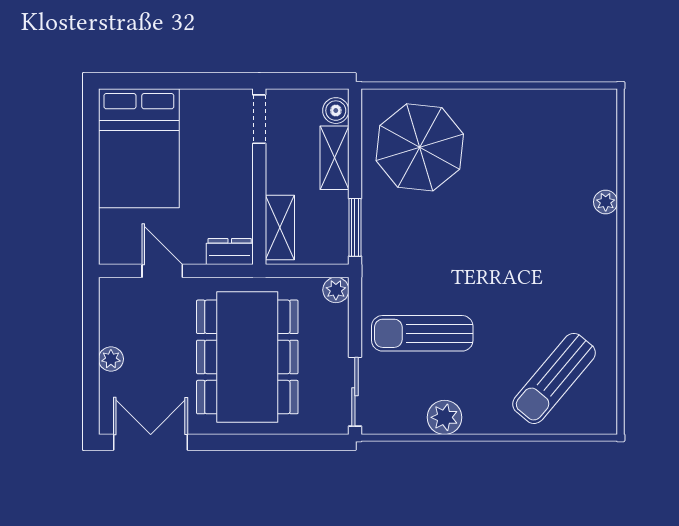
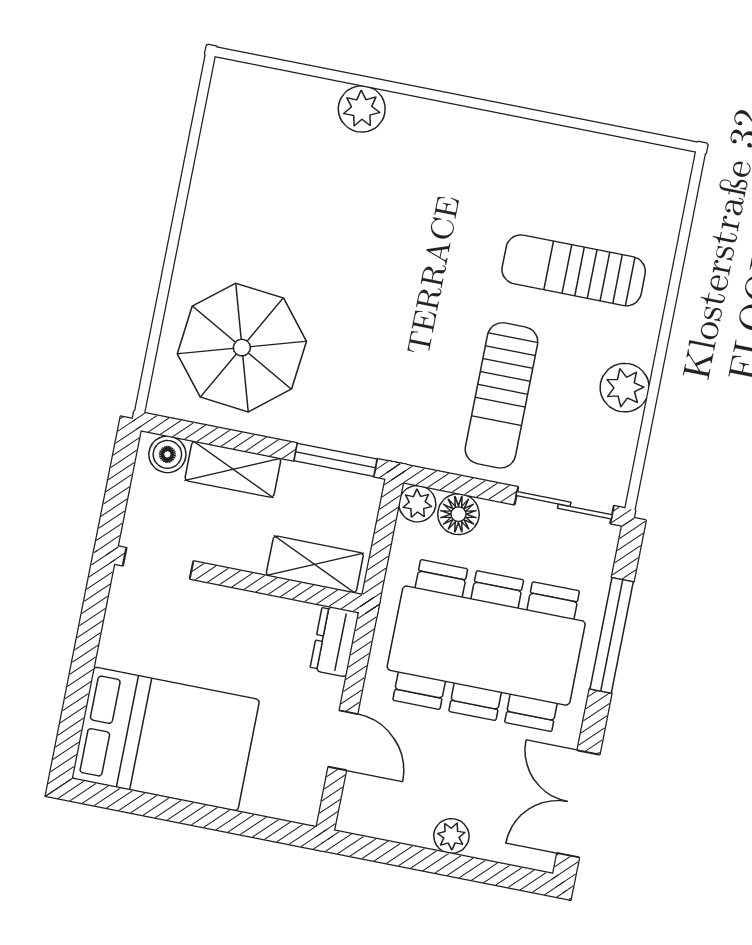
plant: (606, 202) -> (362, 109), width x1.38, depth x1.38
door: (162, 271) -> (343, 740), swing flipped
floor lamp: (334, 320) -> (458, 514), added
sun lounger: (554, 378) -> (574, 270), moved, turned 140
window: (272, 442) -> (612, 635), added

